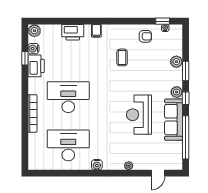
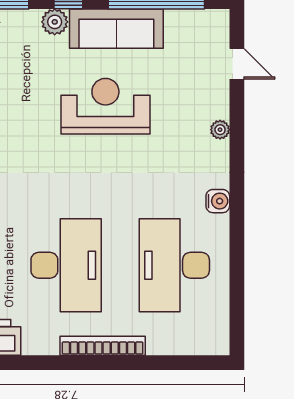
desk: (68, 97) -> (66, 265), turned 180
reception desk: (139, 115) -> (105, 106), turned 180

